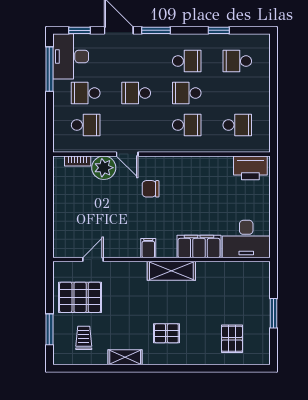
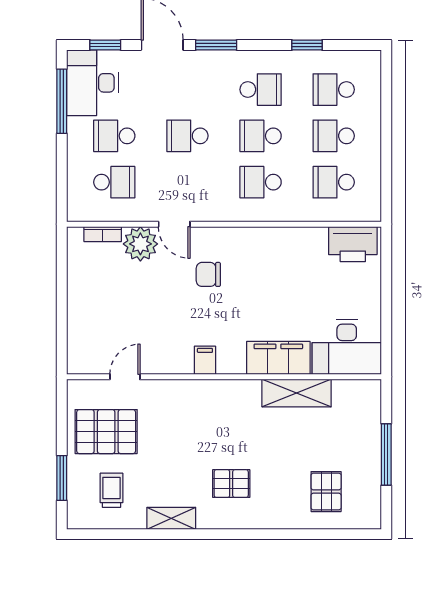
school desk: (237, 93) -> (334, 136), added
school desk: (187, 125) -> (261, 182), turned 180
school desk: (237, 125) -> (334, 182), turned 180
shelving: (171, 271) -> (297, 393), moved
window: (274, 313) -> (386, 454), width x1.44

